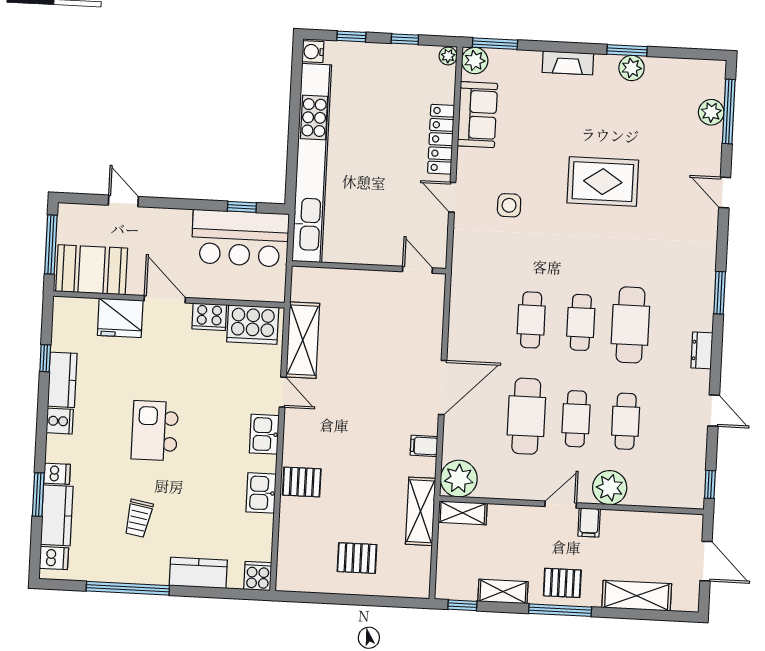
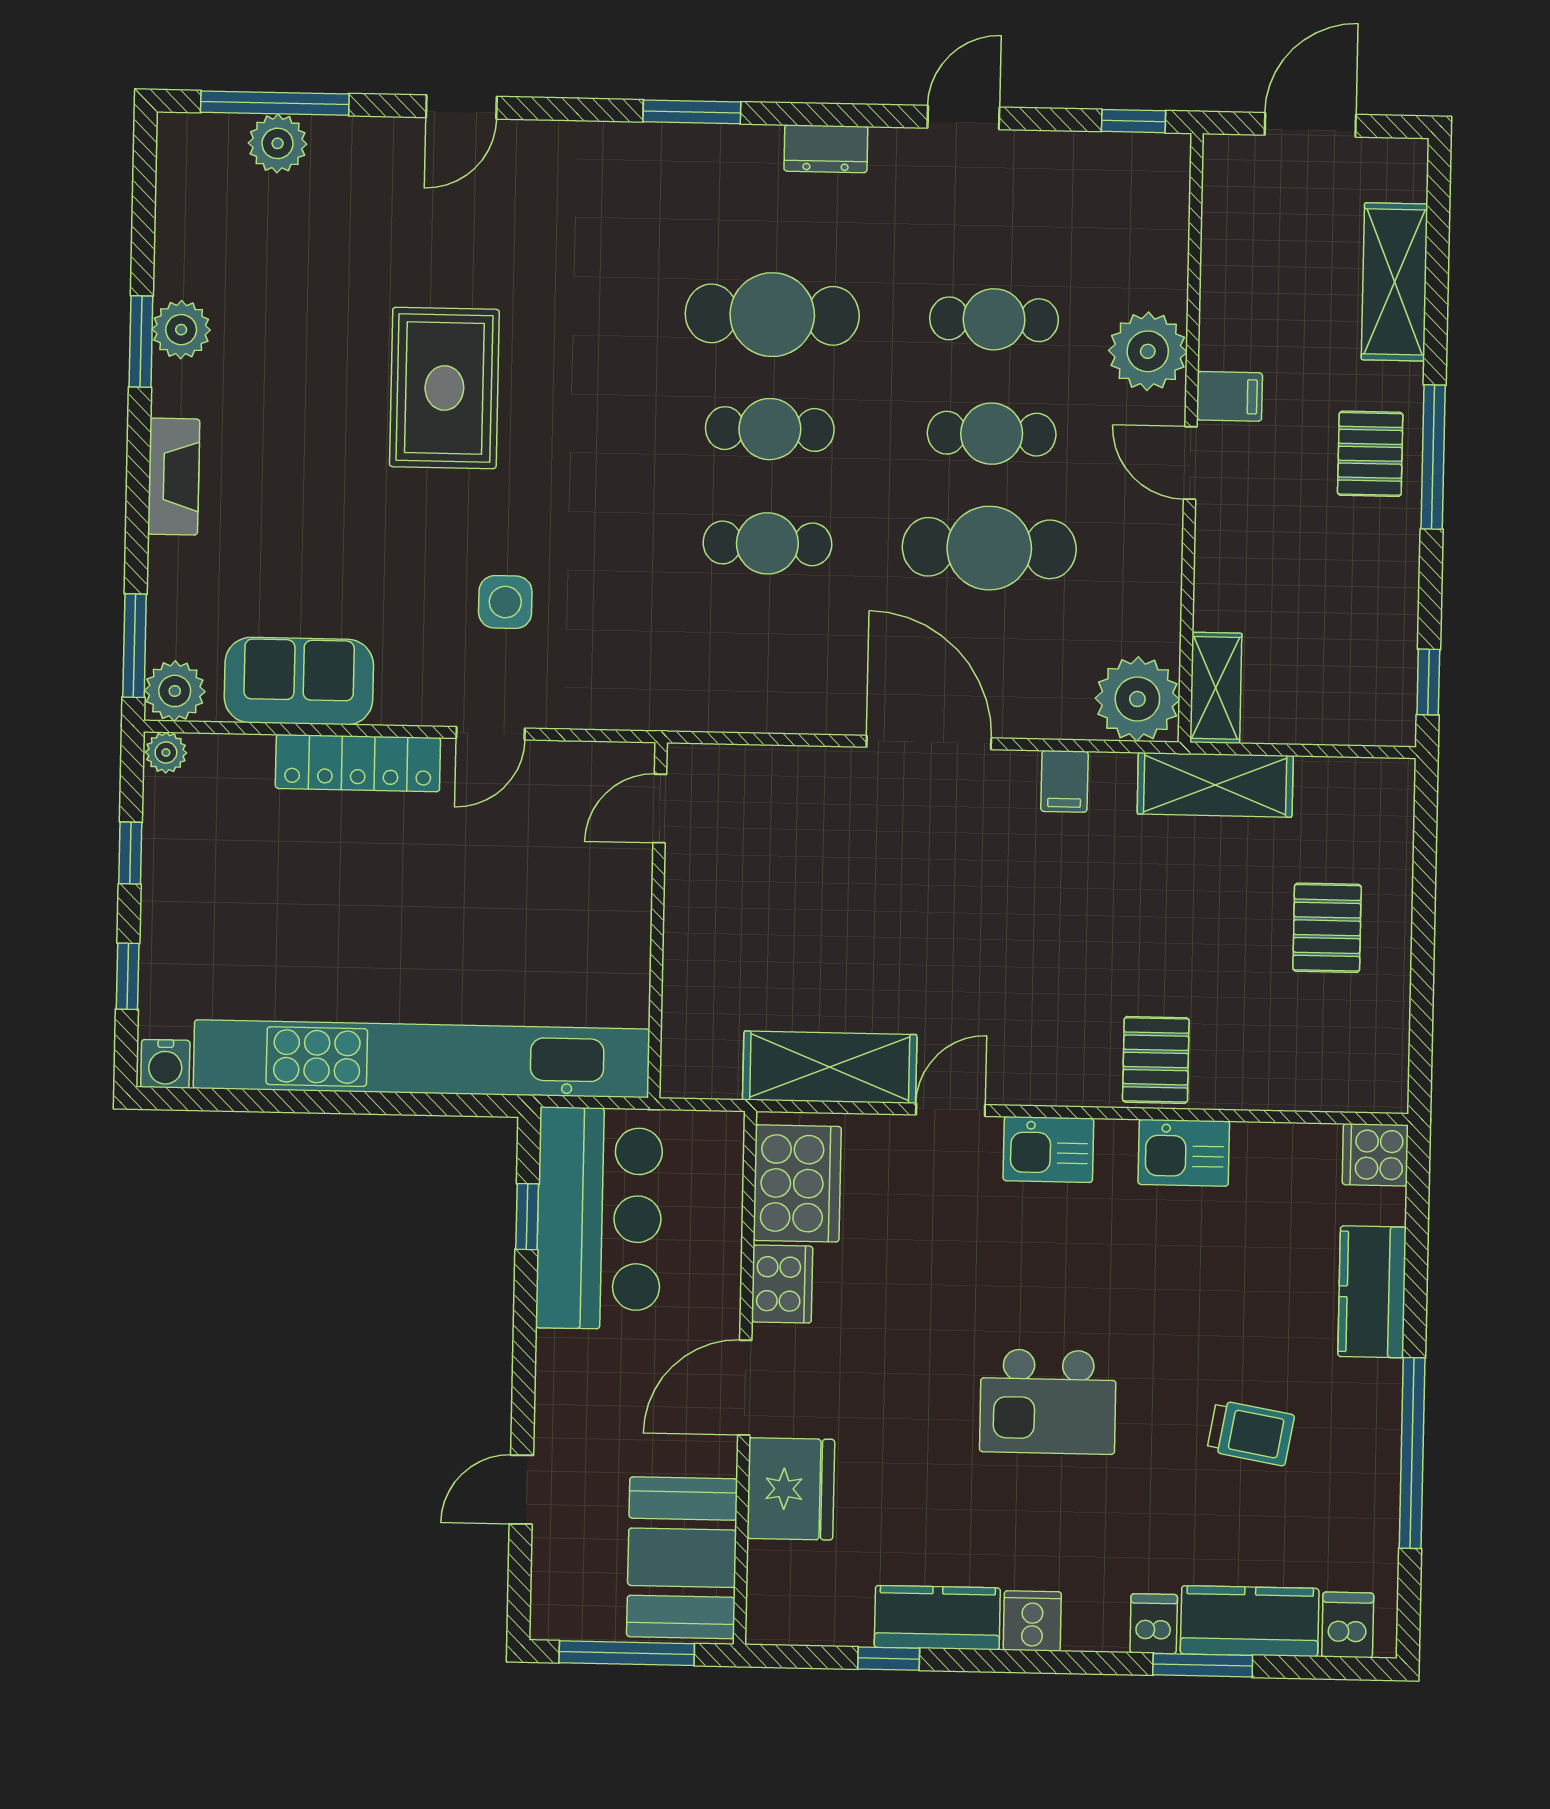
shelving: (503, 591) -> (1394, 590), removed

